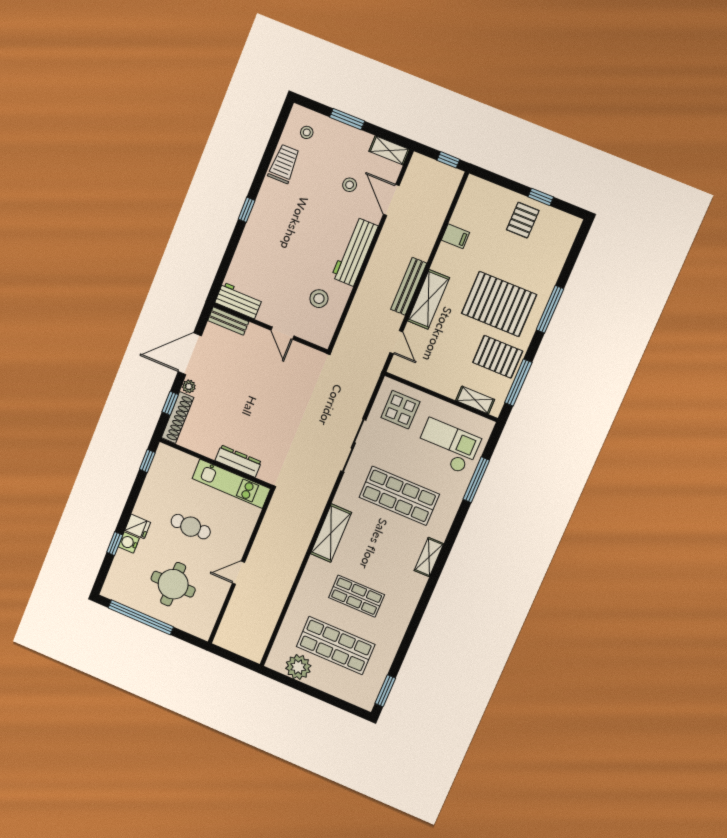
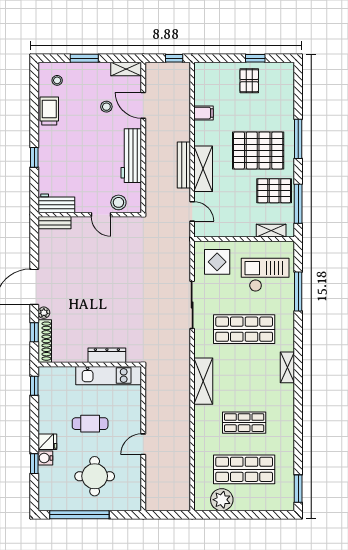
workbench: (239, 300) -> (56, 203), moved
bench: (228, 321) -> (54, 223), moved
wall: (270, 328) -> (90, 215), moved
door: (282, 333) -> (101, 215), moved

